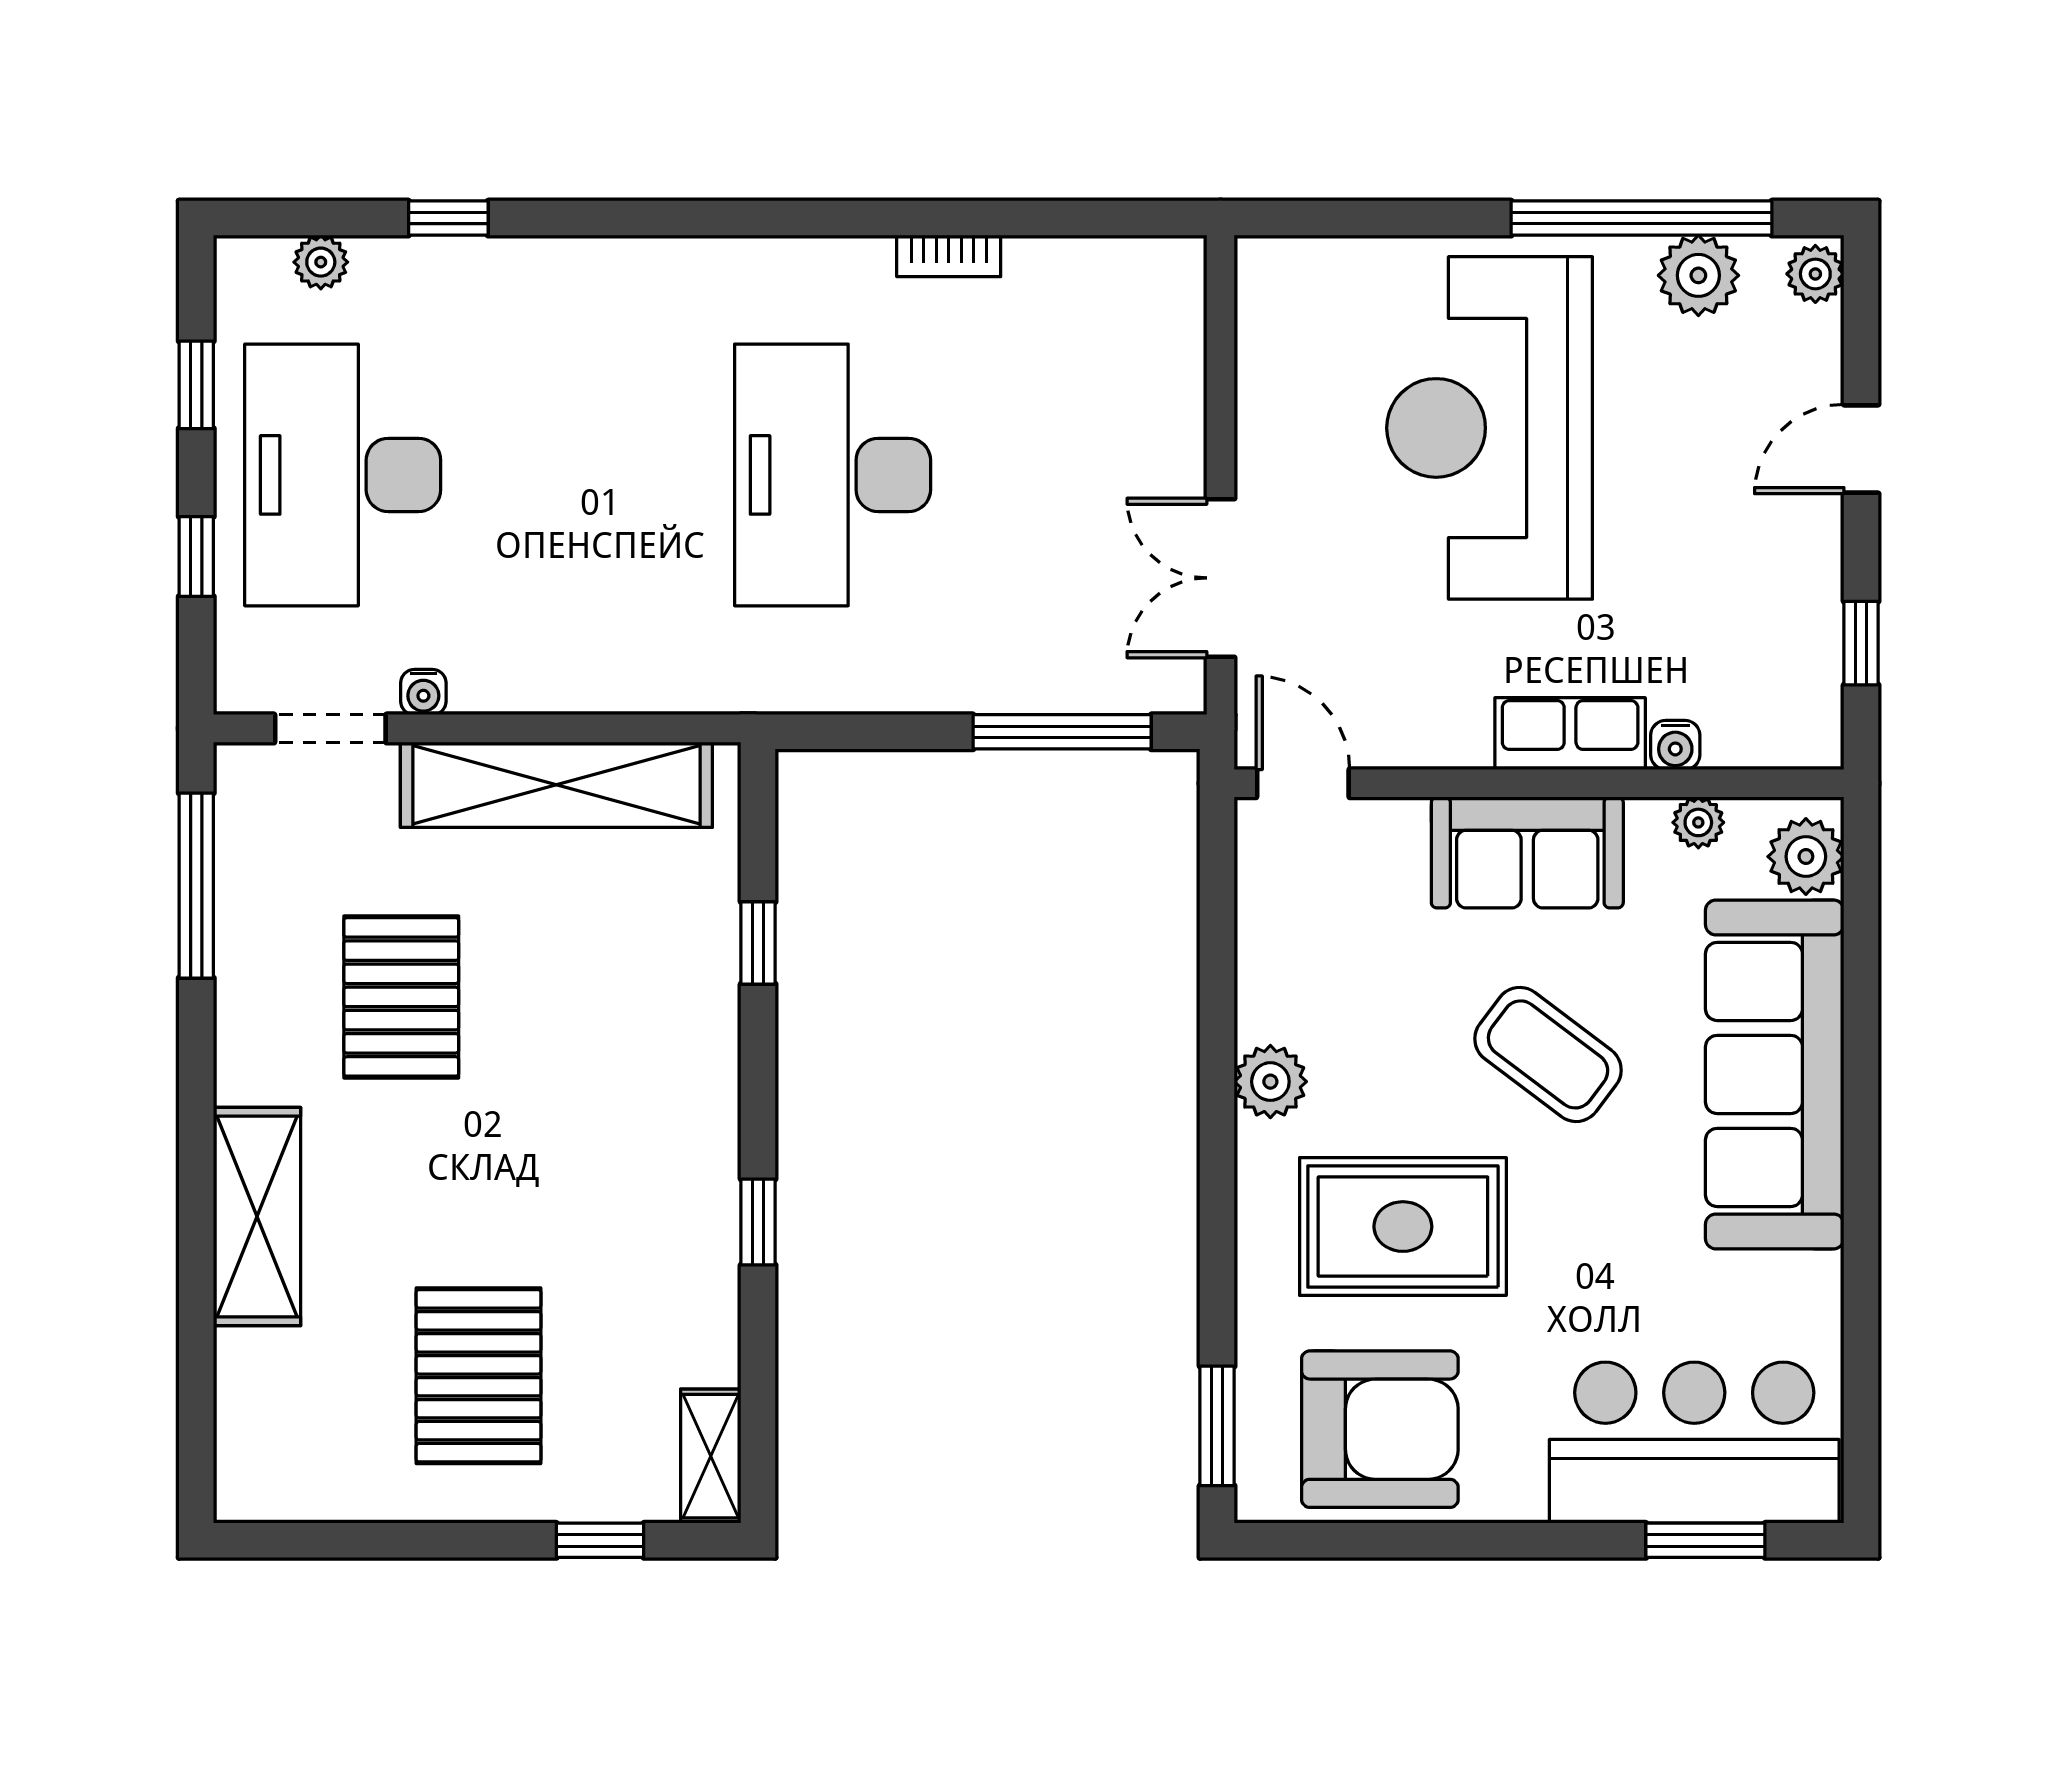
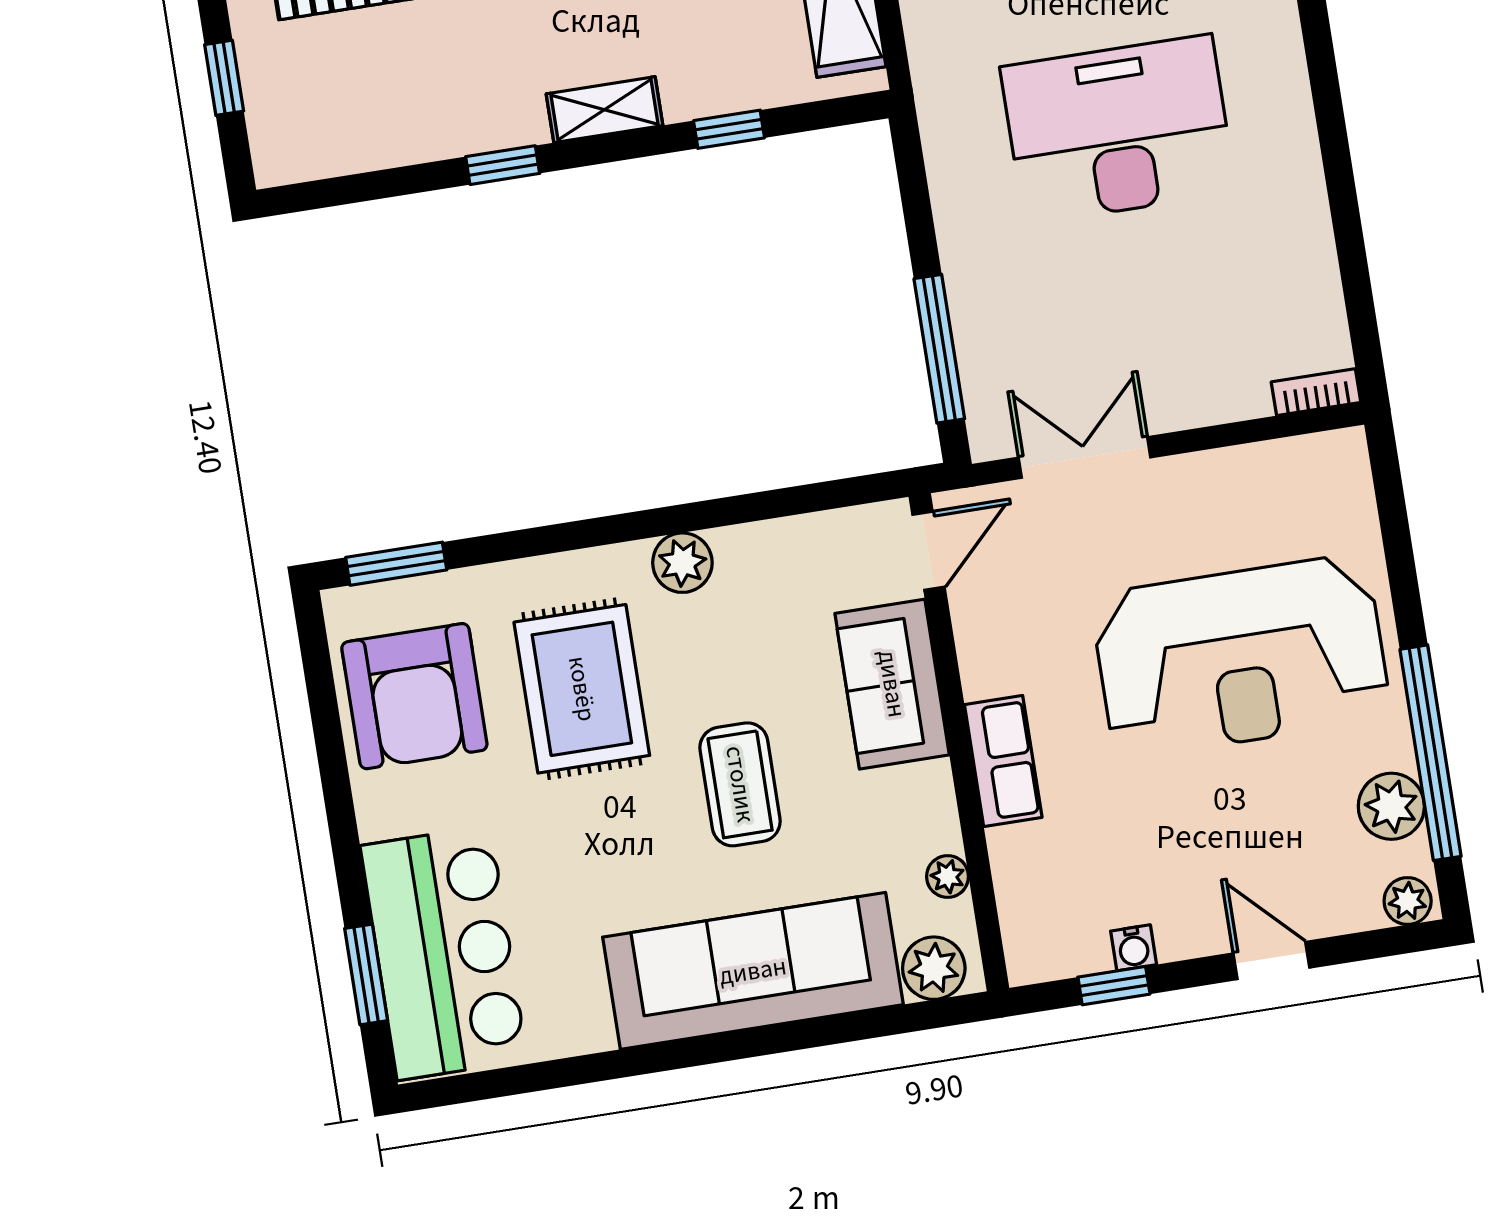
bookcase: (949, 256) -> (1316, 392), moved, turned 90
reception desk: (1490, 428) -> (1241, 656), turned 180
water cooler: (1675, 745) -> (1134, 948), moved, turned -90
sofa: (1527, 852) -> (892, 684), moved
coffee table: (1548, 1054) -> (740, 784), turned -37
shelving: (711, 1456) -> (605, 110), moved

